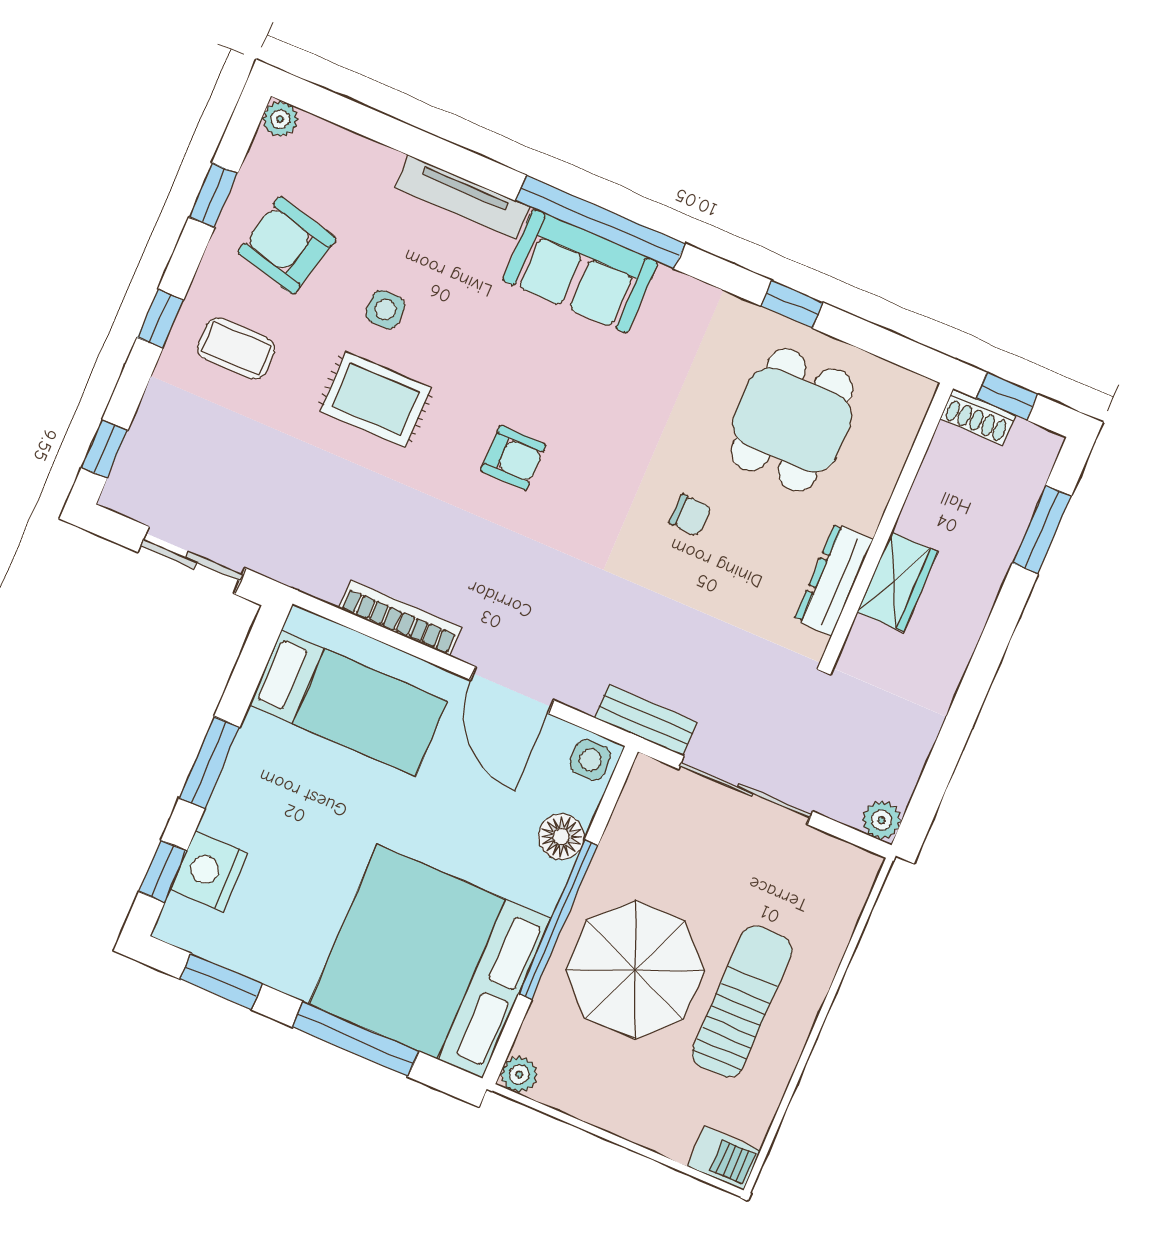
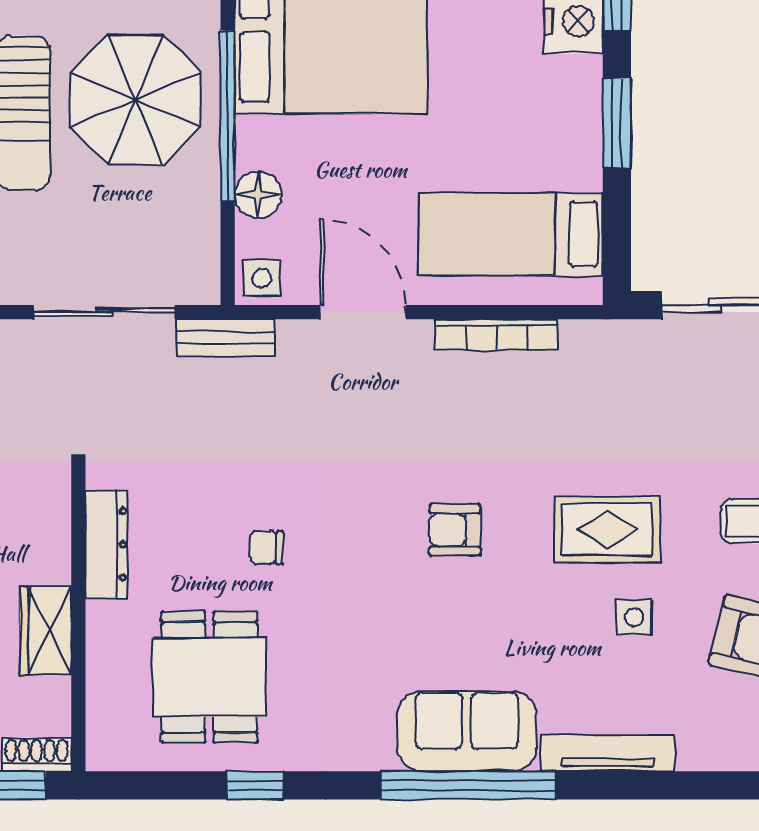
wardrobe: (897, 582) -> (46, 631), moved

